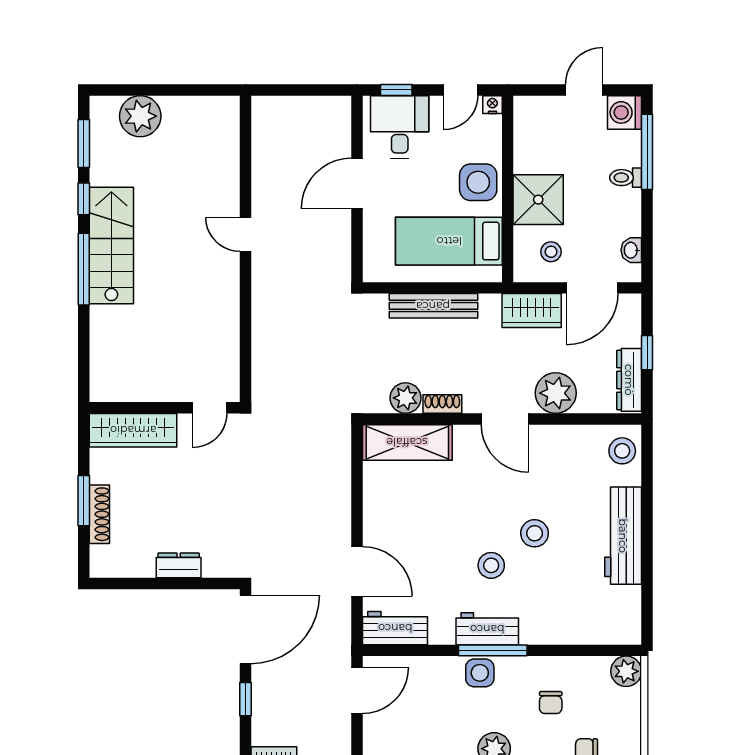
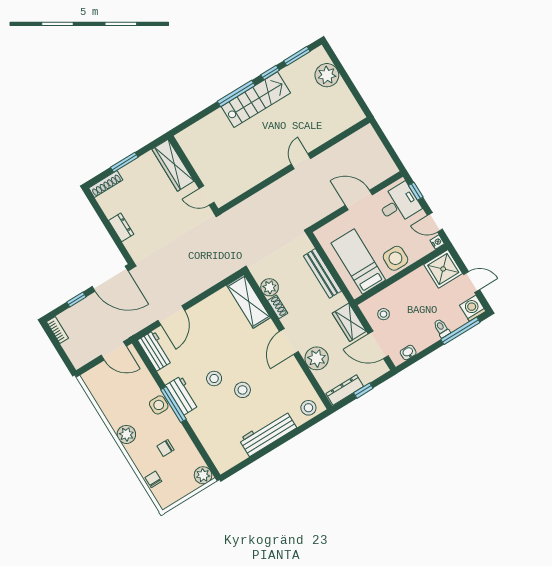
shower: (538, 200) -> (443, 269), moved
shoe rack: (99, 514) -> (106, 184), moved

